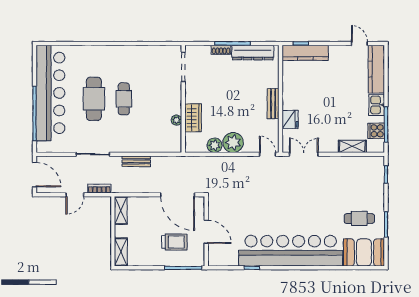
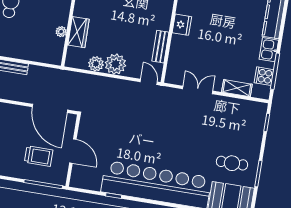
bench: (273, 104) -> (160, 47), moved
fridge: (290, 120) -> (182, 25), moved
double door: (304, 154) -> (198, 90), moved

